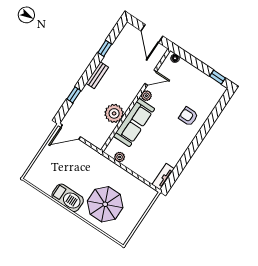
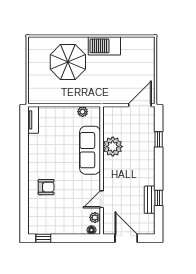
bench: (97, 75) -> (150, 200), moved
plant: (146, 96) -> (95, 218), moved

